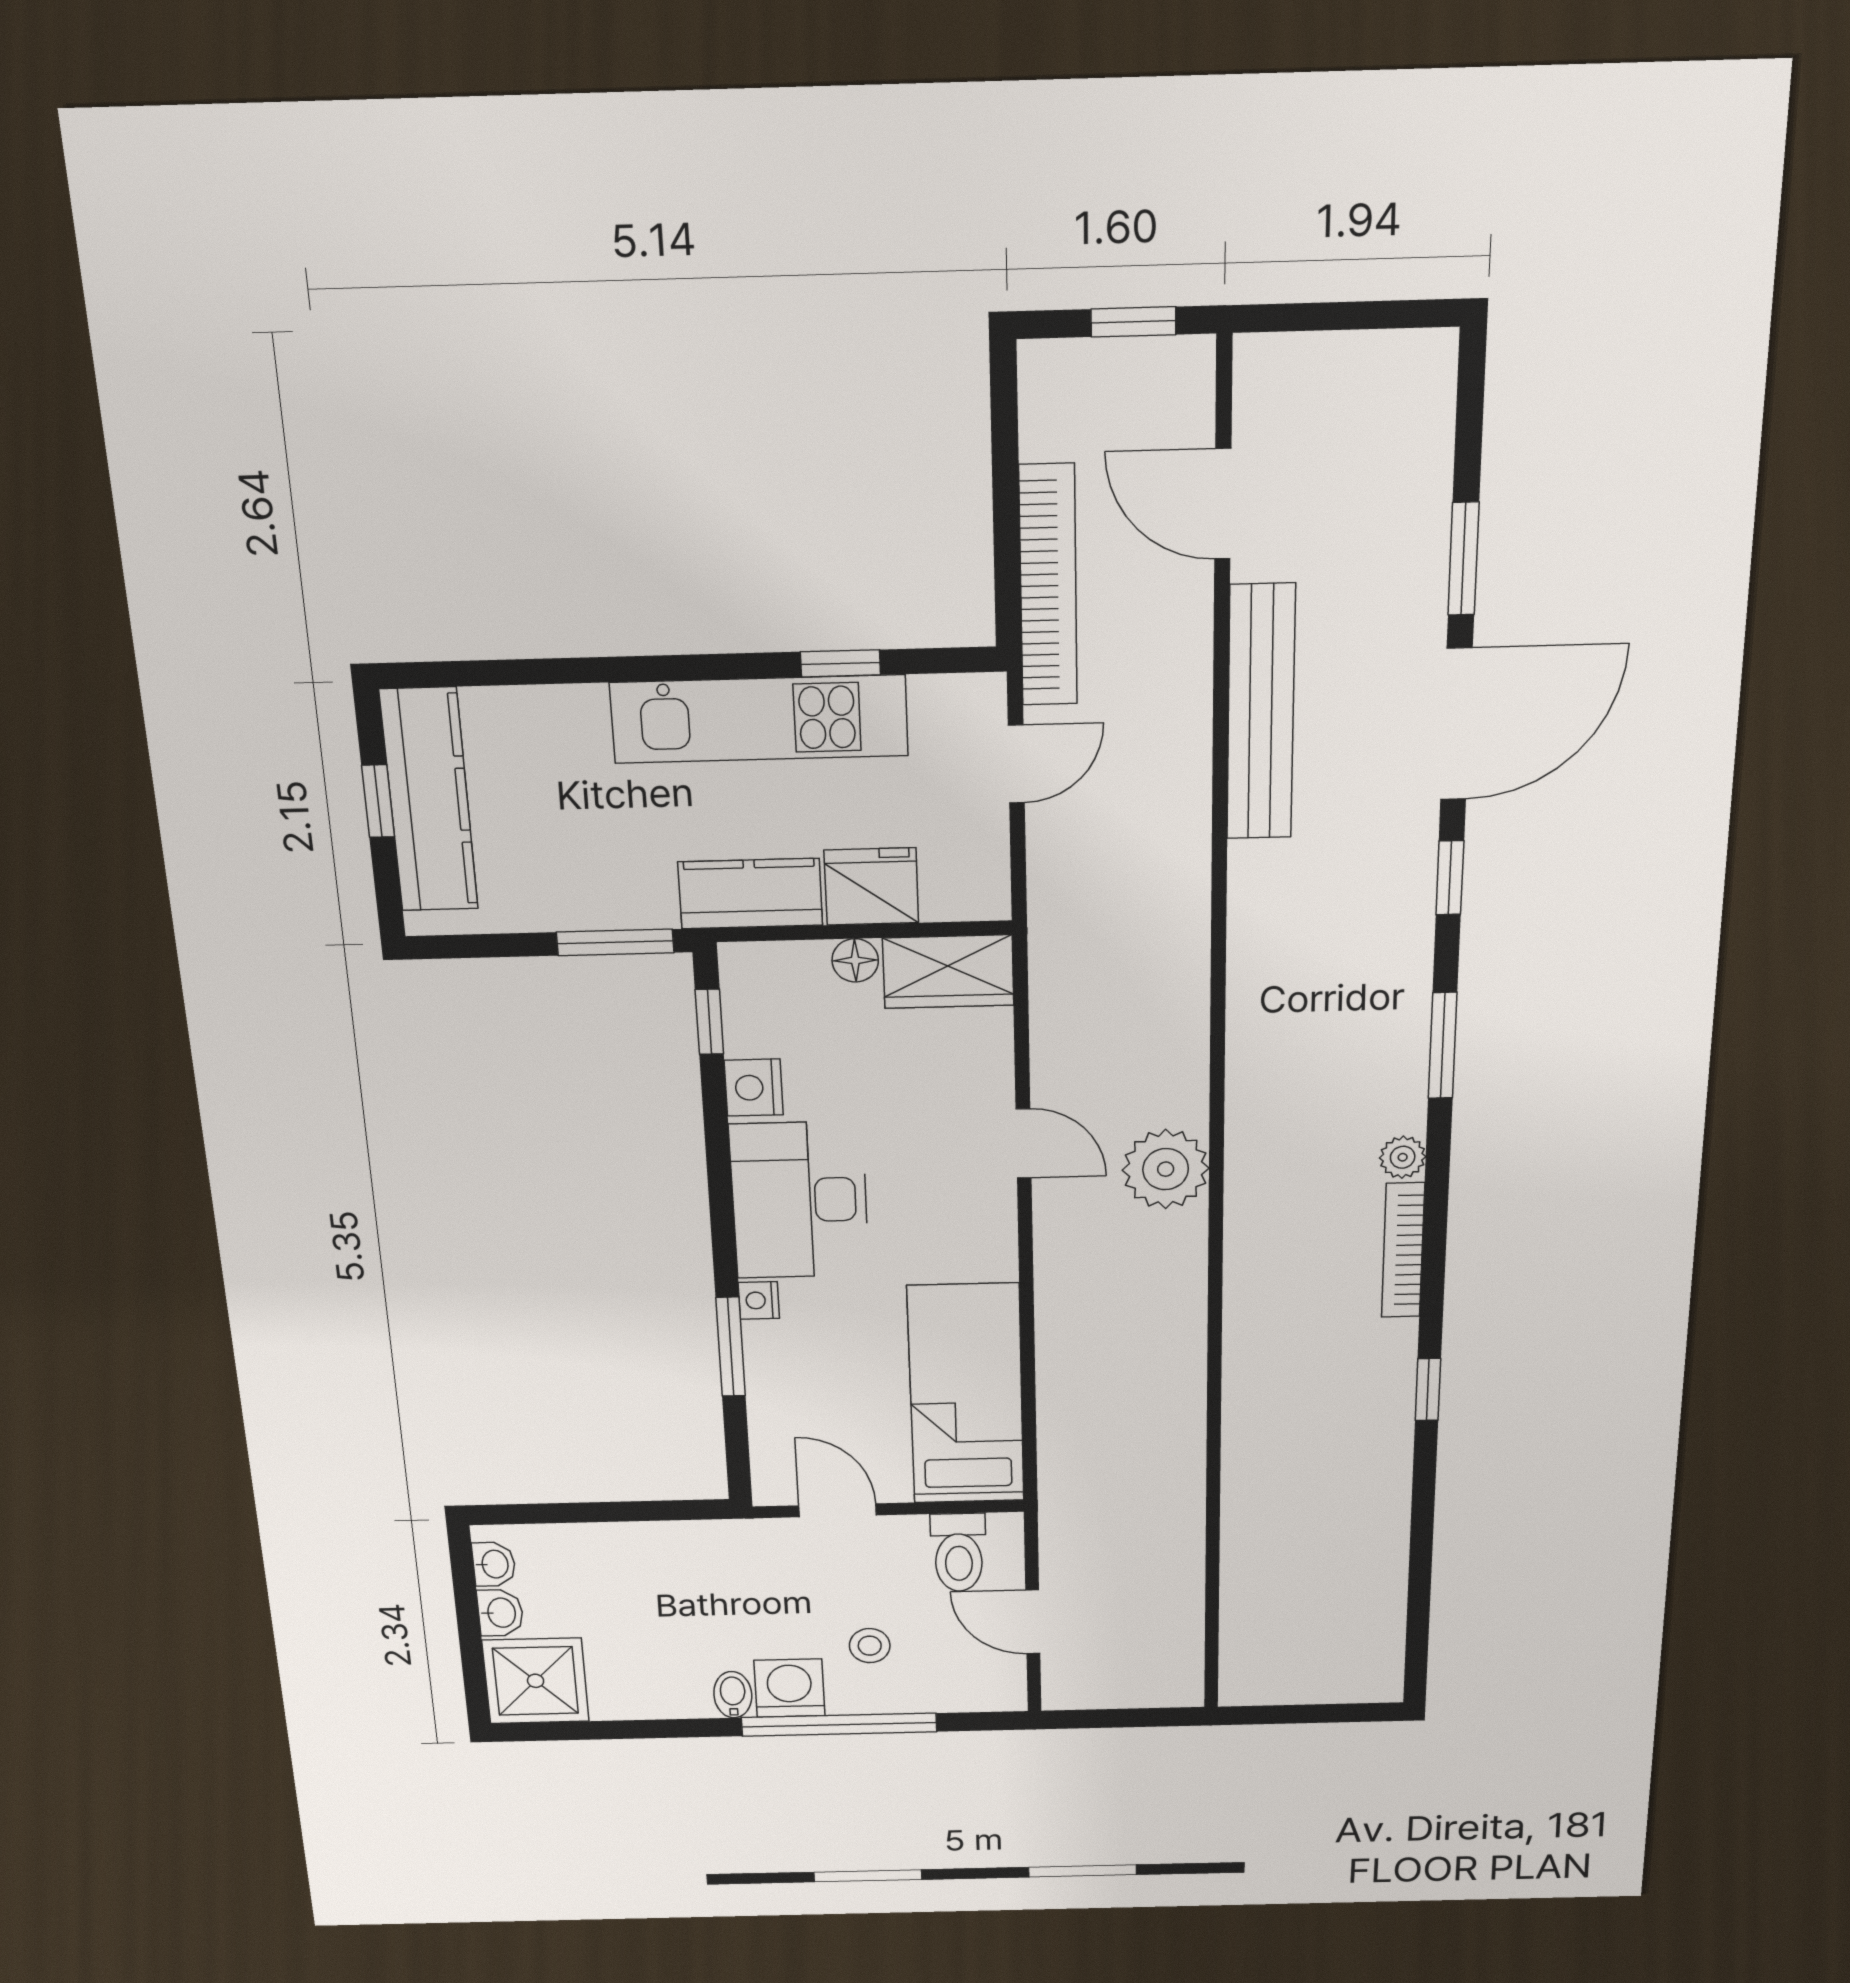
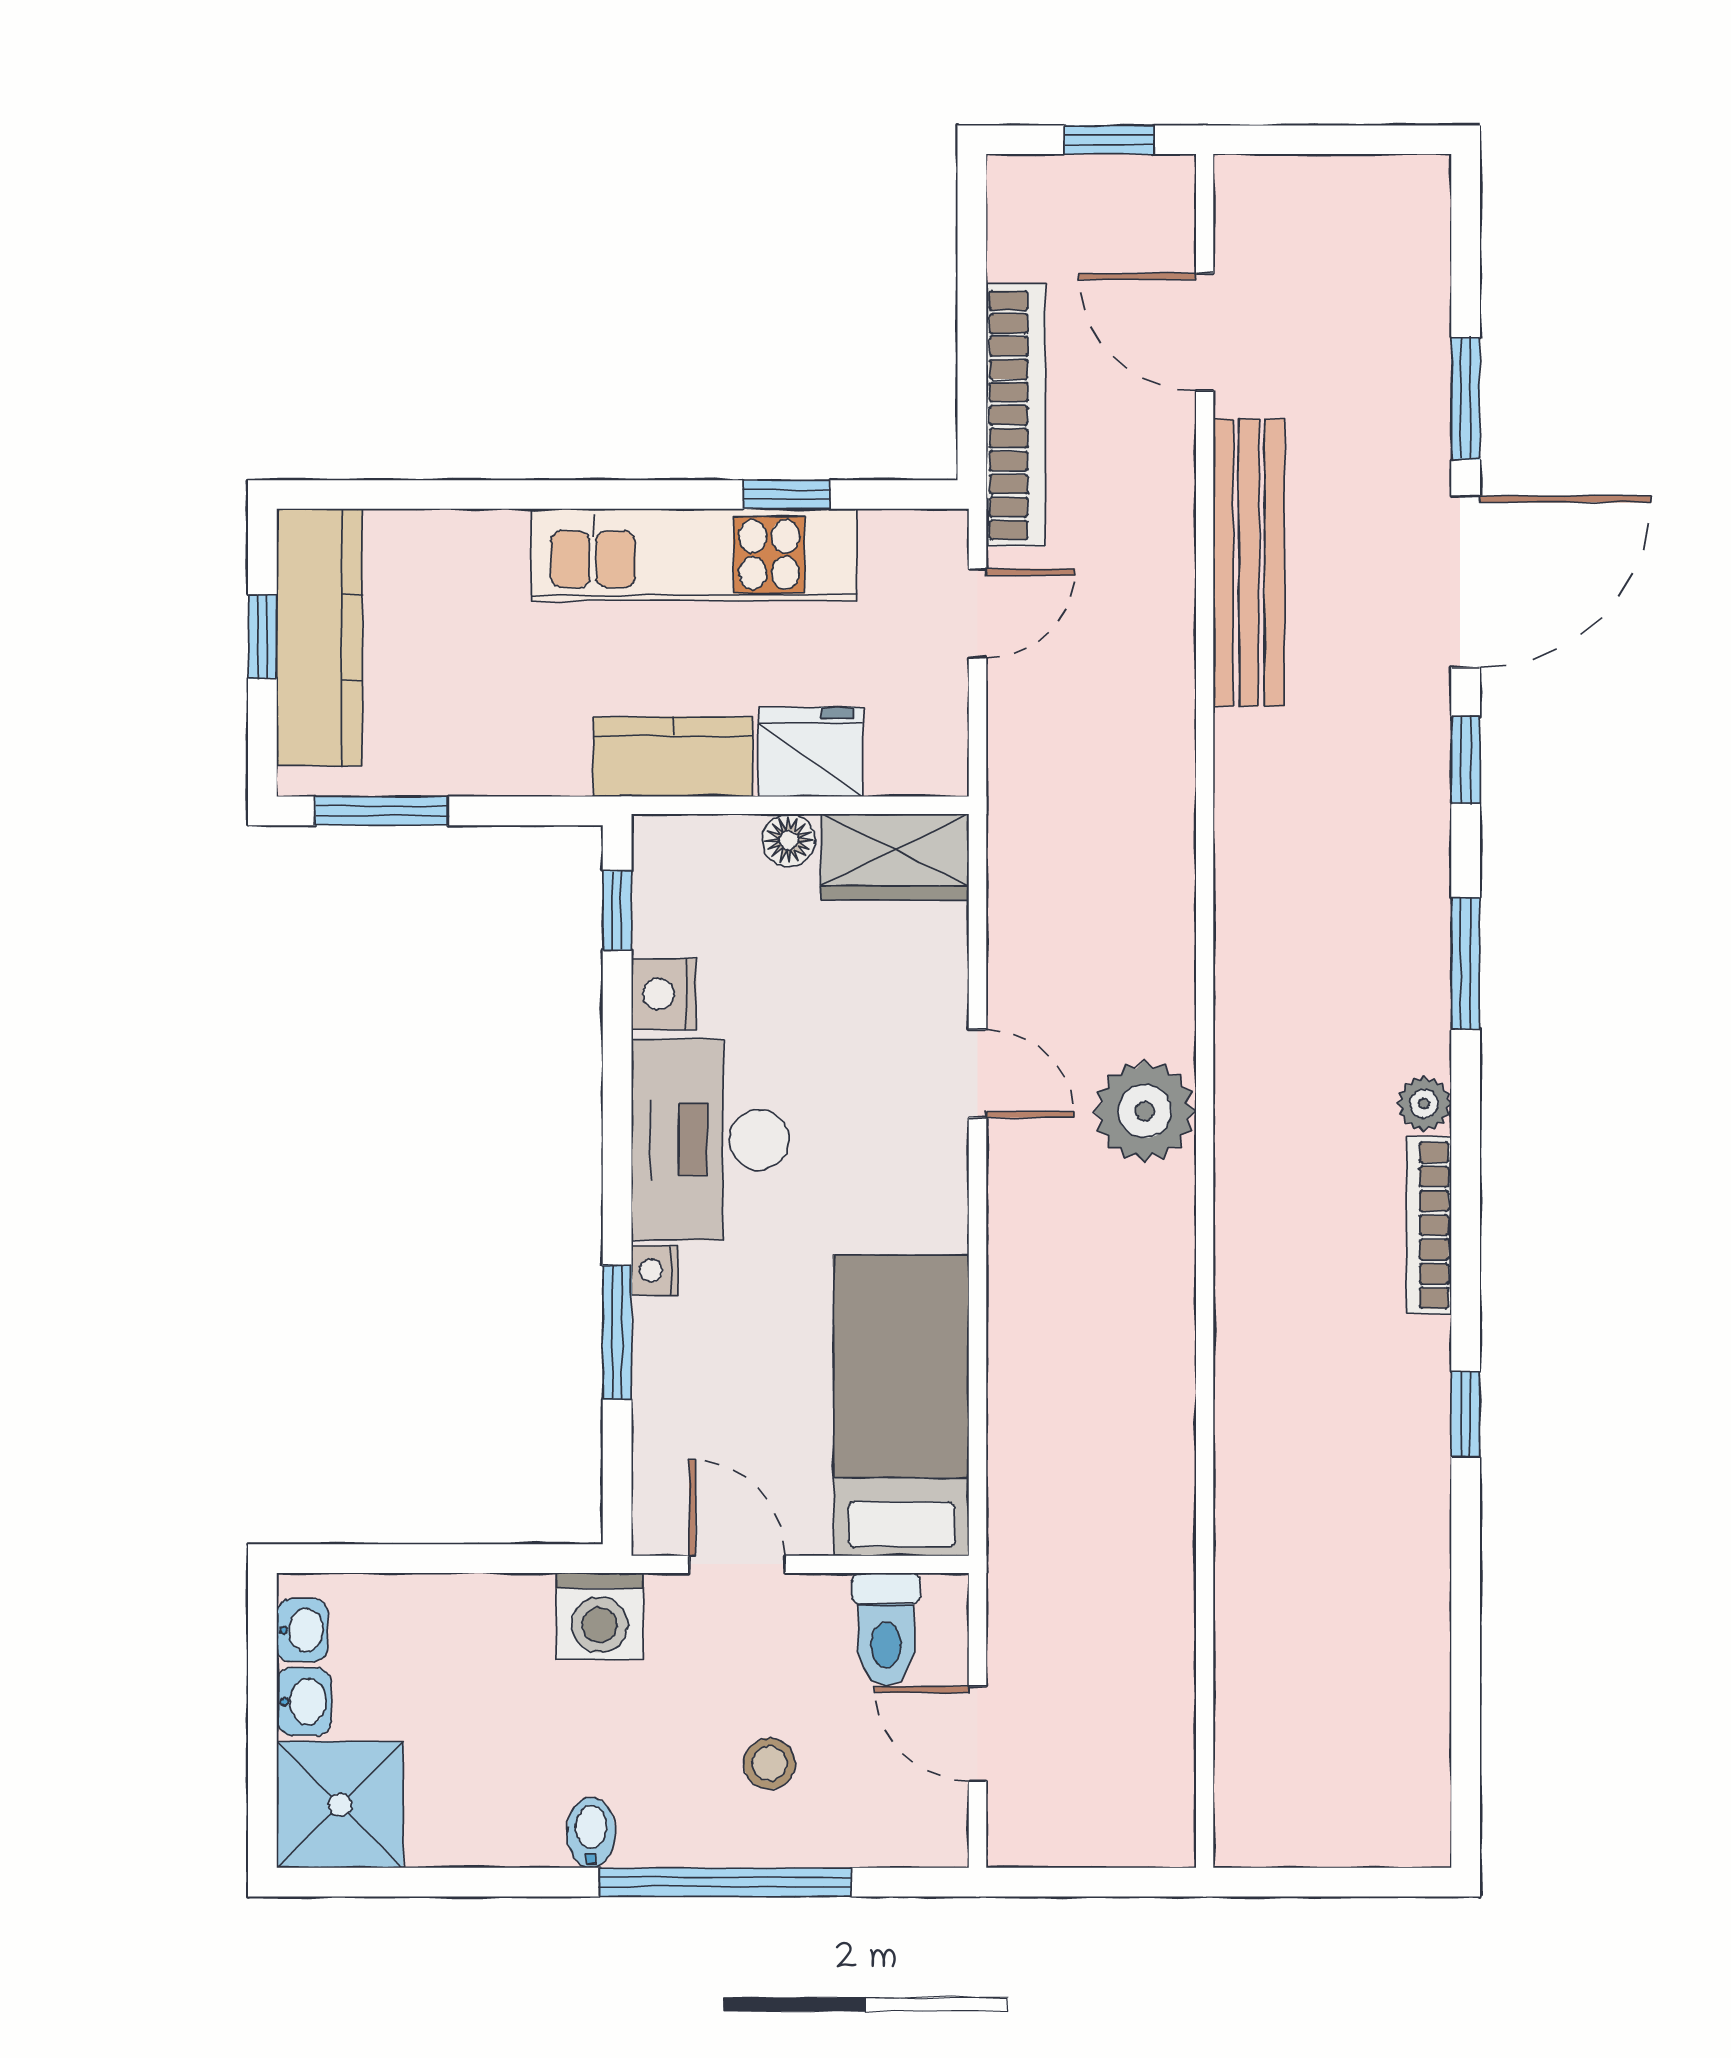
window: (615, 942) -> (381, 811), moved
washing machine: (789, 1688) -> (600, 1616), moved, turned 180

